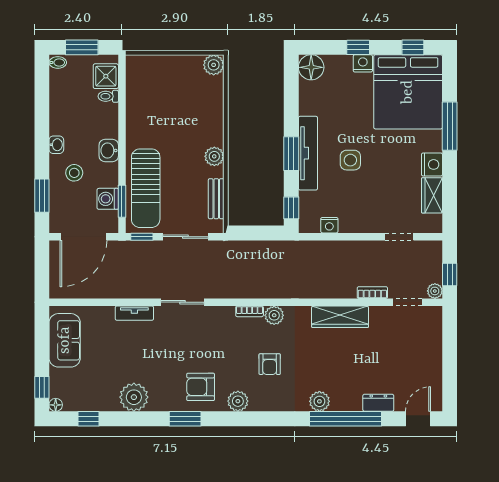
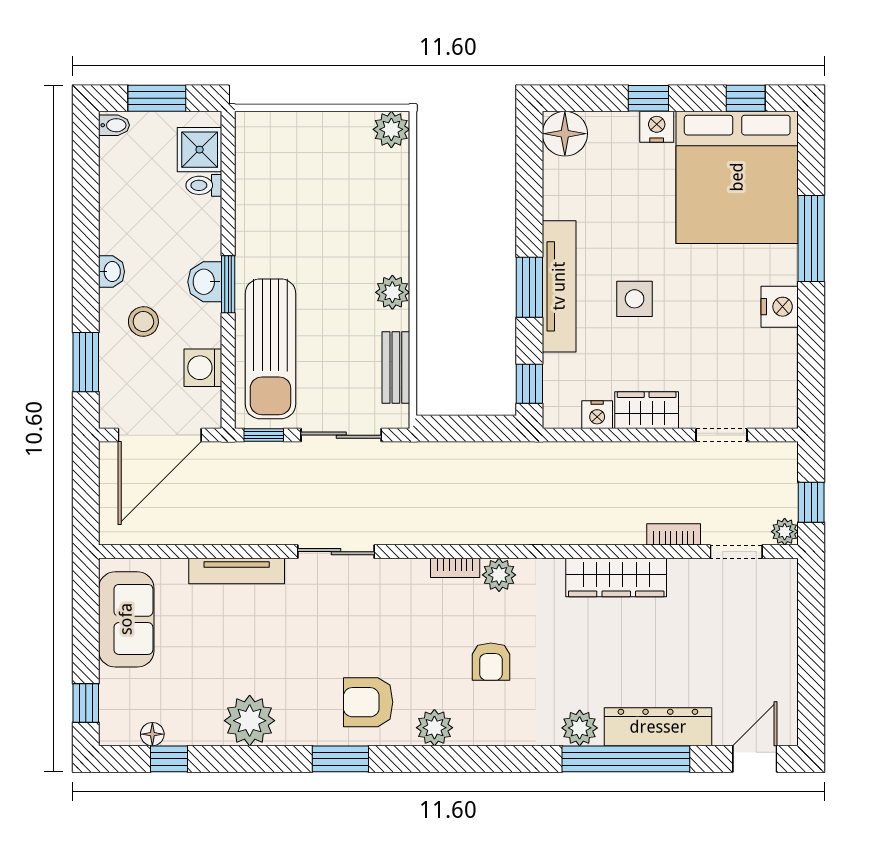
wardrobe: (432, 195) -> (647, 410), moved, turned 90
window: (122, 201) -> (228, 284), moved
tv unit: (134, 313) -> (237, 571), width x1.41
dresser: (378, 403) -> (658, 727), width x1.96, depth x1.24
floor lamp: (56, 405) -> (152, 734), moved

